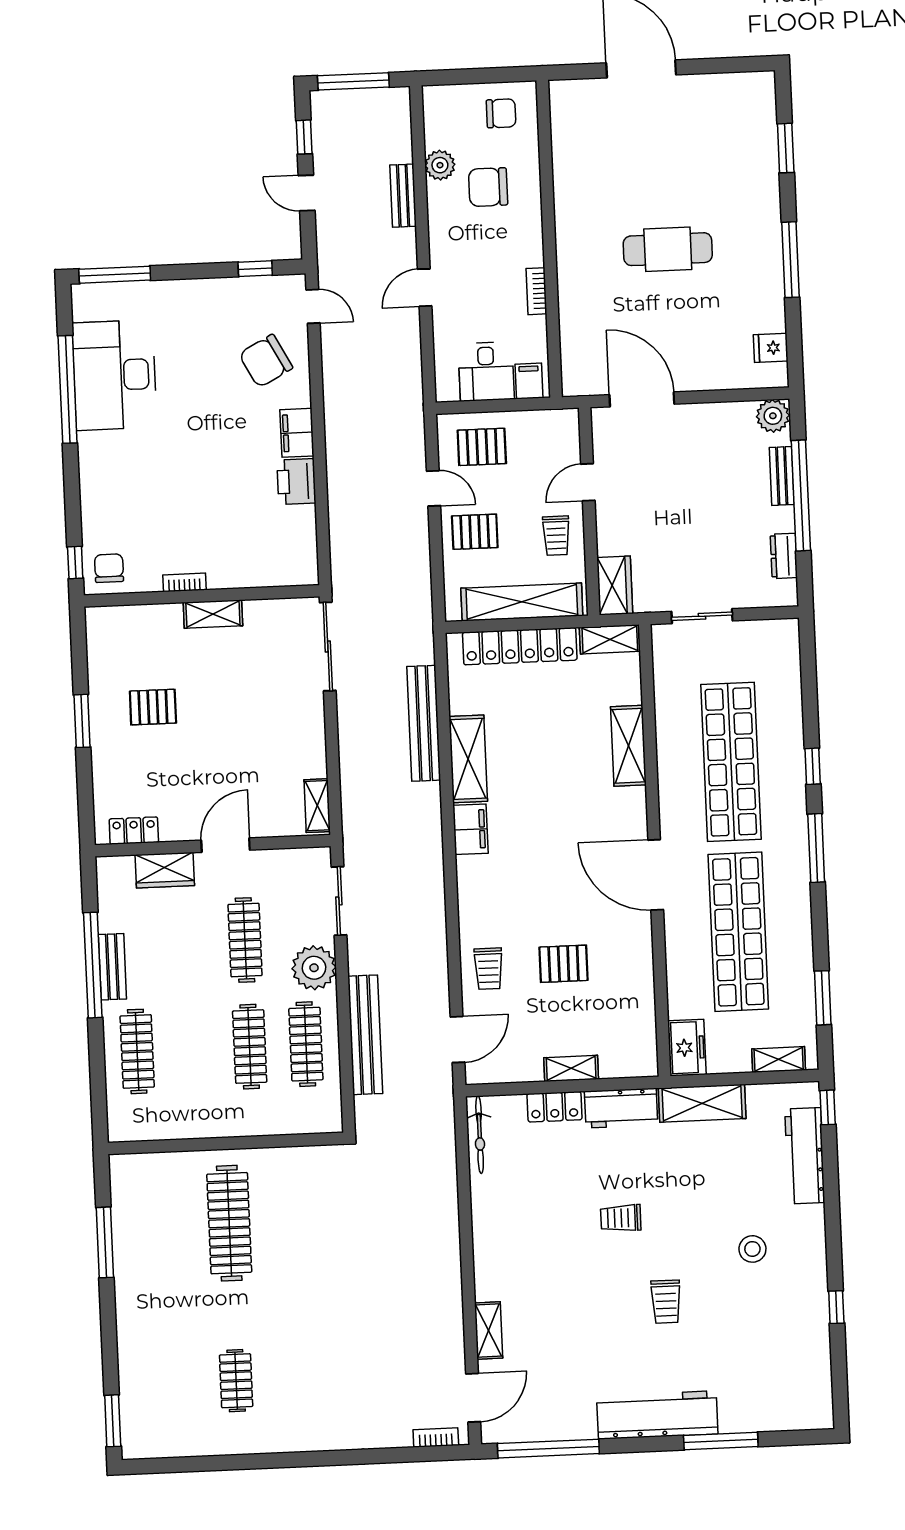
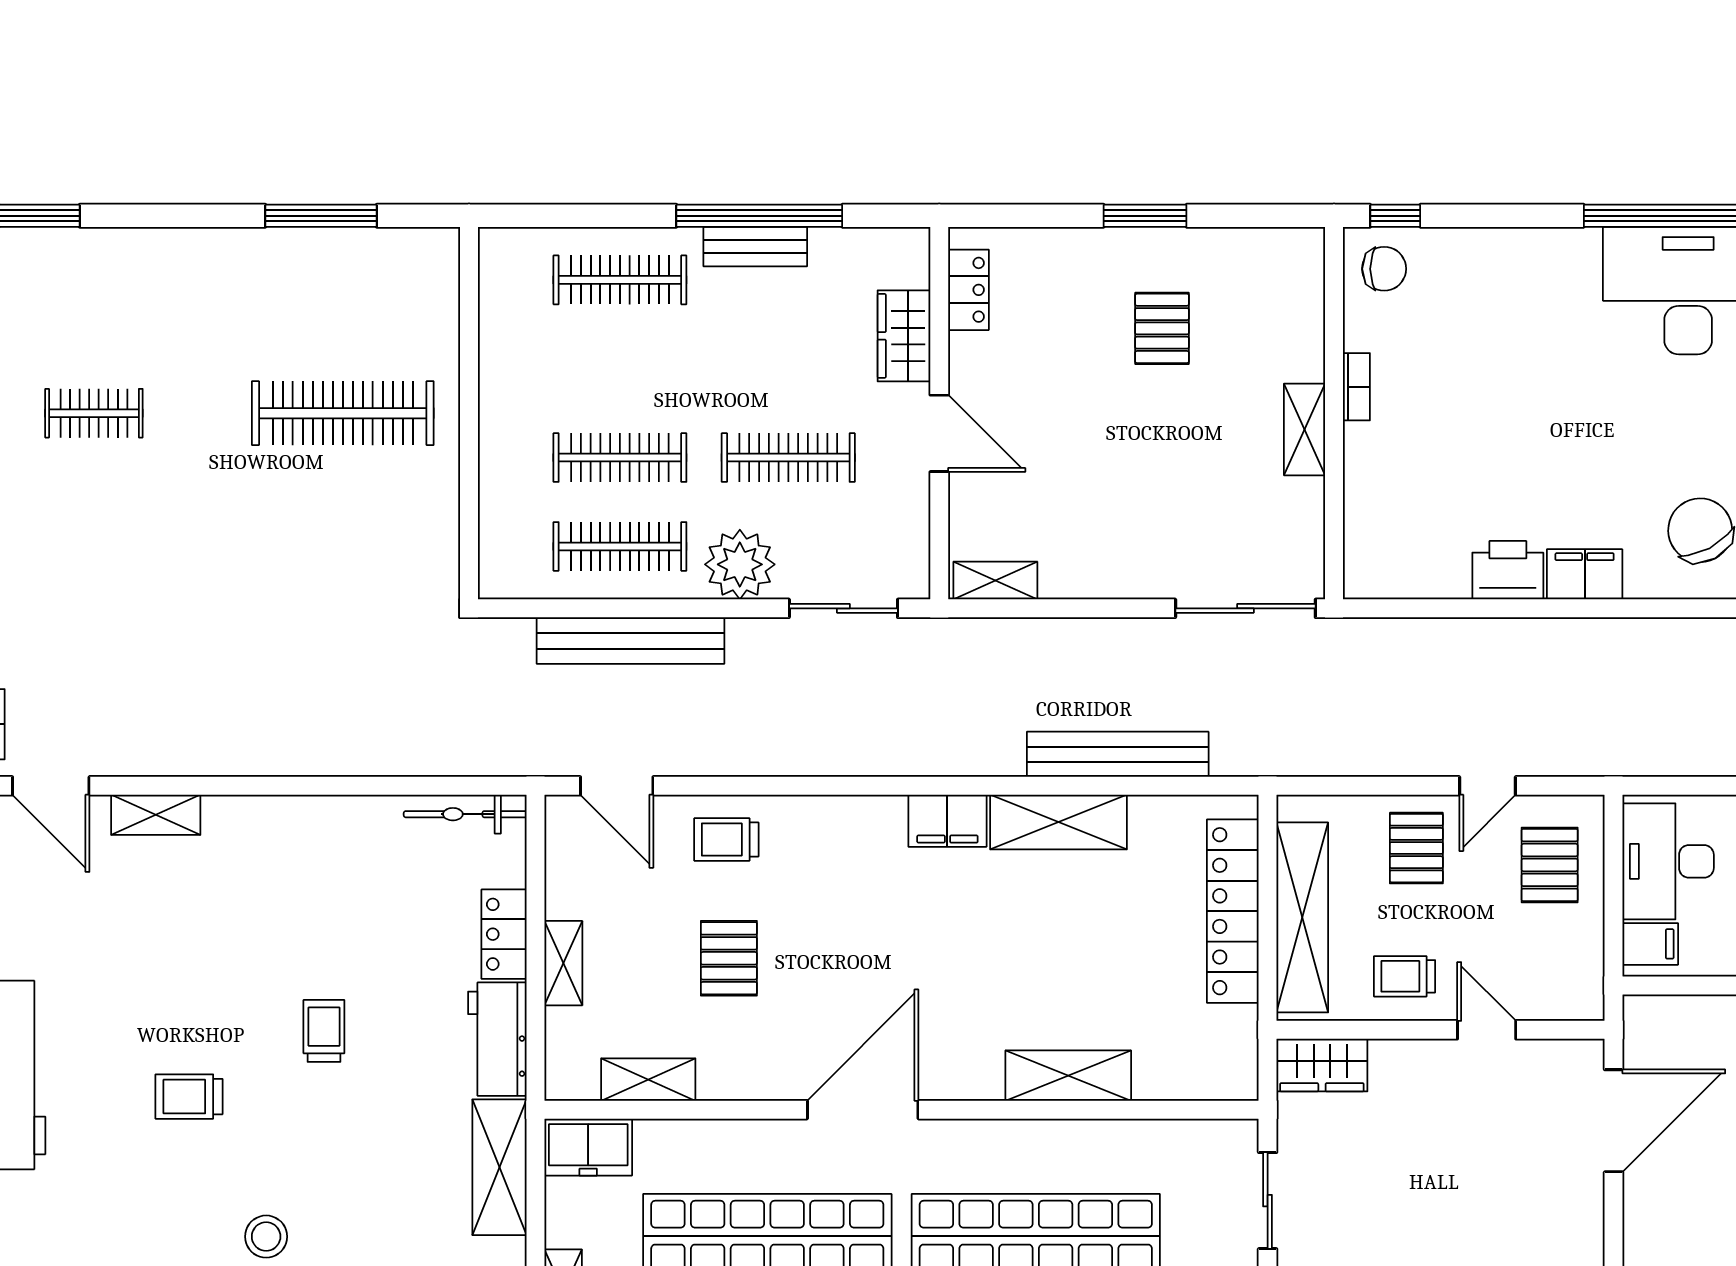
desk: (486, 372) -> (1668, 861), width x1.37
shelving: (610, 639) -> (648, 1080), moved, turned 90

